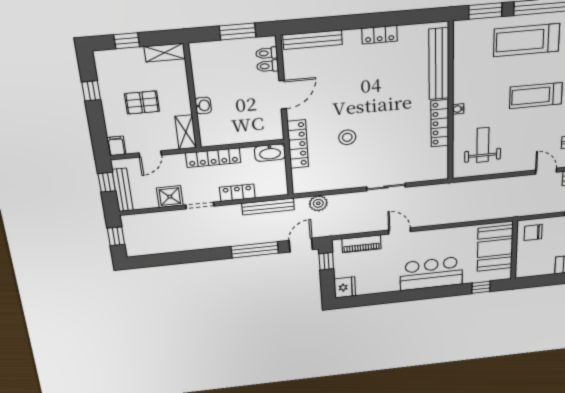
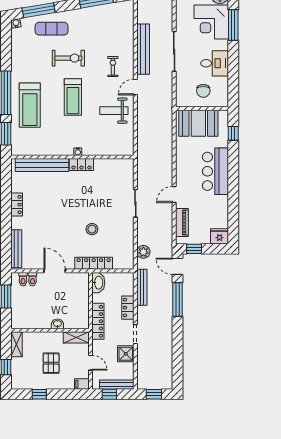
locker: (440, 123) -> (81, 165), width x0.66
weight bench: (483, 145) -> (114, 111), moved
chair: (533, 232) -> (203, 91), moved

